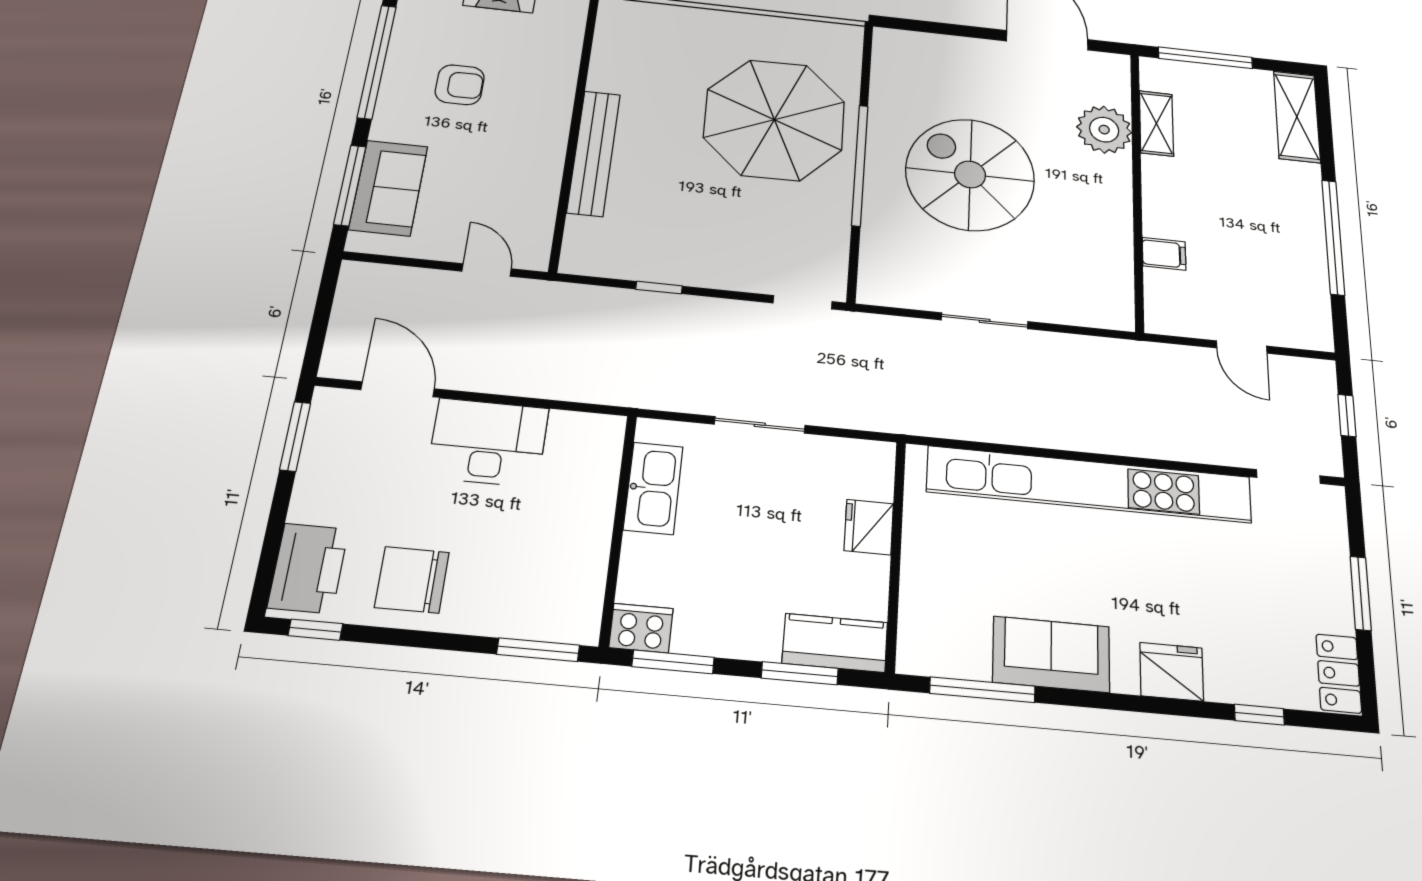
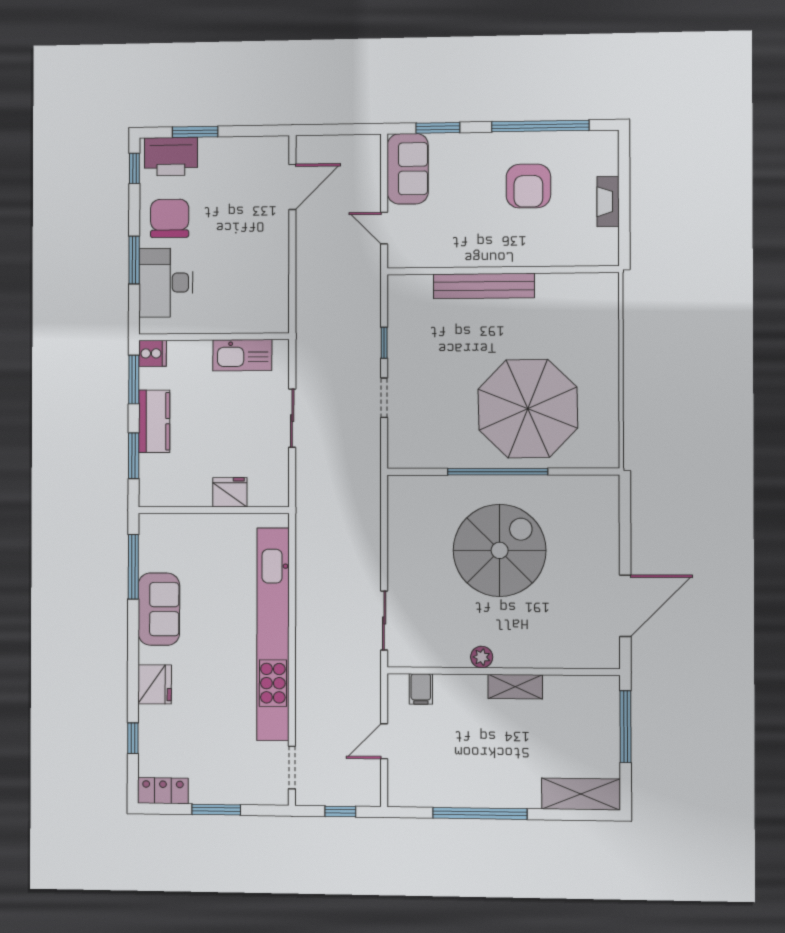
armchair: (460, 85) -> (528, 186), width x1.38, depth x1.38
shelving: (1156, 123) -> (515, 687), moved
plant: (1104, 130) -> (482, 657), moved, width x0.53, depth x0.53
window: (350, 185) -> (438, 128), width x0.69
sofa: (388, 188) -> (408, 169), moved, turned -90
filing cabinet: (1164, 254) -> (421, 689), moved
door: (487, 270) -> (384, 228), swing flipped
doorway: (803, 302) -> (384, 398), moved
sliding door: (985, 321) -> (384, 621), moved
window: (295, 436) -> (195, 132), moved
desk: (488, 443) -> (166, 283), moved, turned 180
cooker: (641, 628) -> (153, 353), width x0.73
kitchen counter: (835, 643) -> (154, 421), moved
window: (538, 650) -> (134, 260), moved

